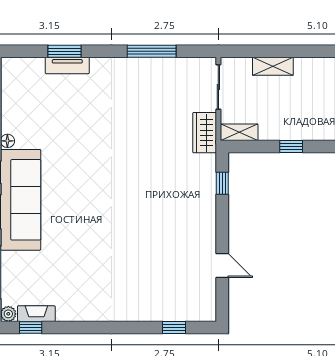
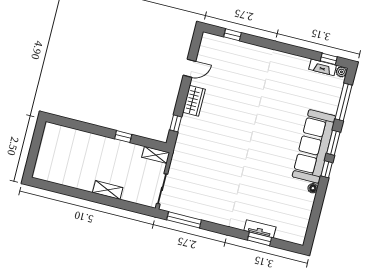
window: (152, 51) -> (184, 220), moved
shelving: (273, 66) -> (108, 190), moved
wardrobe: (205, 133) -> (194, 101), moved
door: (222, 265) -> (190, 68), swing flipped

